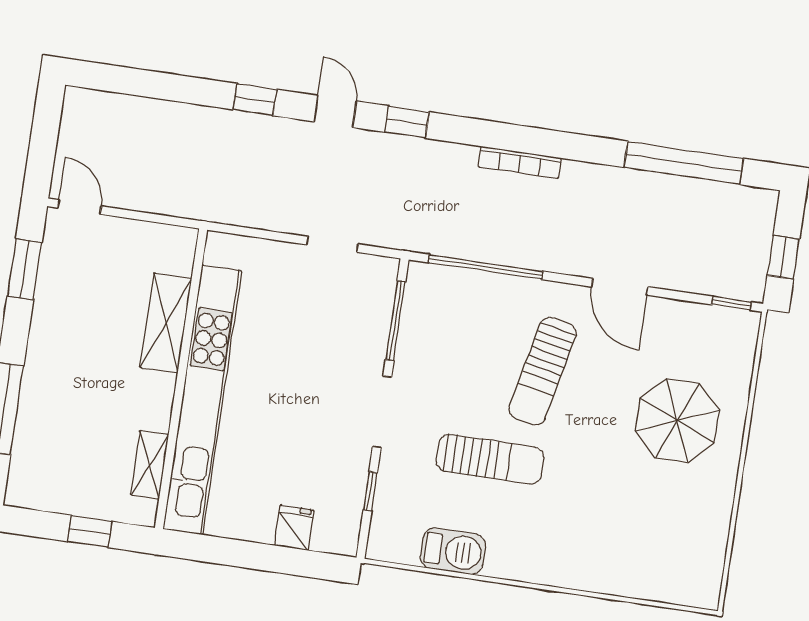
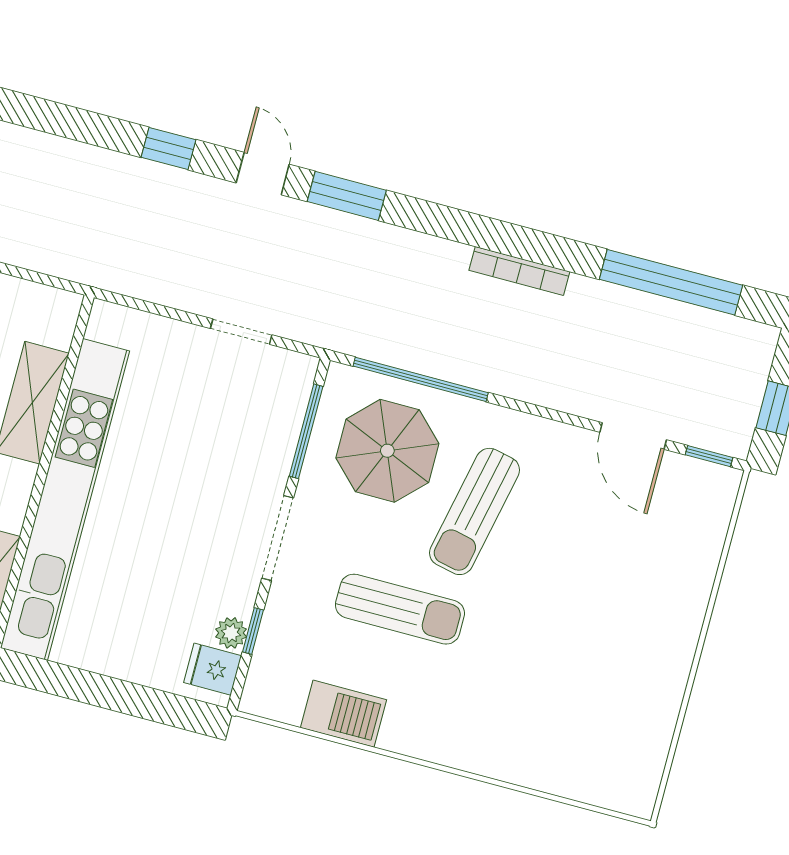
window: (407, 122) -> (347, 196), width x1.50
bookcase: (520, 162) -> (519, 271), moved
door: (620, 287) -> (633, 436), moved
parasol: (677, 420) -> (387, 451), moved
plant: (352, 495) -> (231, 633), added
fridge: (294, 528) -> (213, 669), moved, turned -90

